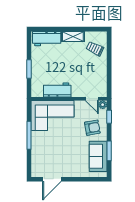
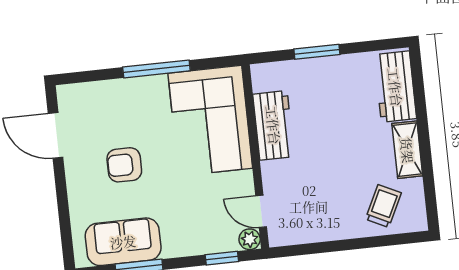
door: (92, 99) -> (261, 211), hinge flipped
armchair: (92, 128) -> (124, 165), moved, turned 100

